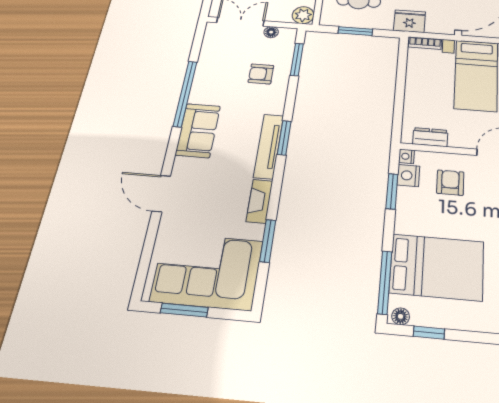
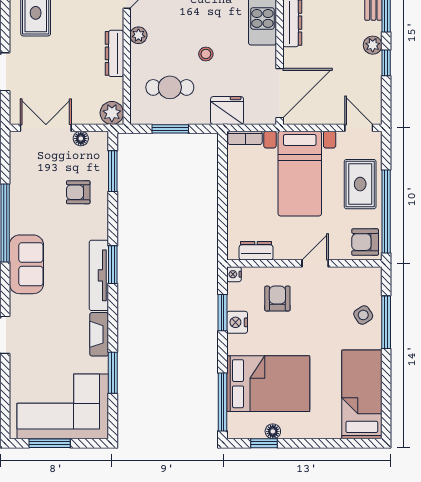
nightstand: (408, 176) -> (237, 322), moved
floor lamp: (401, 316) -> (273, 431), moved

